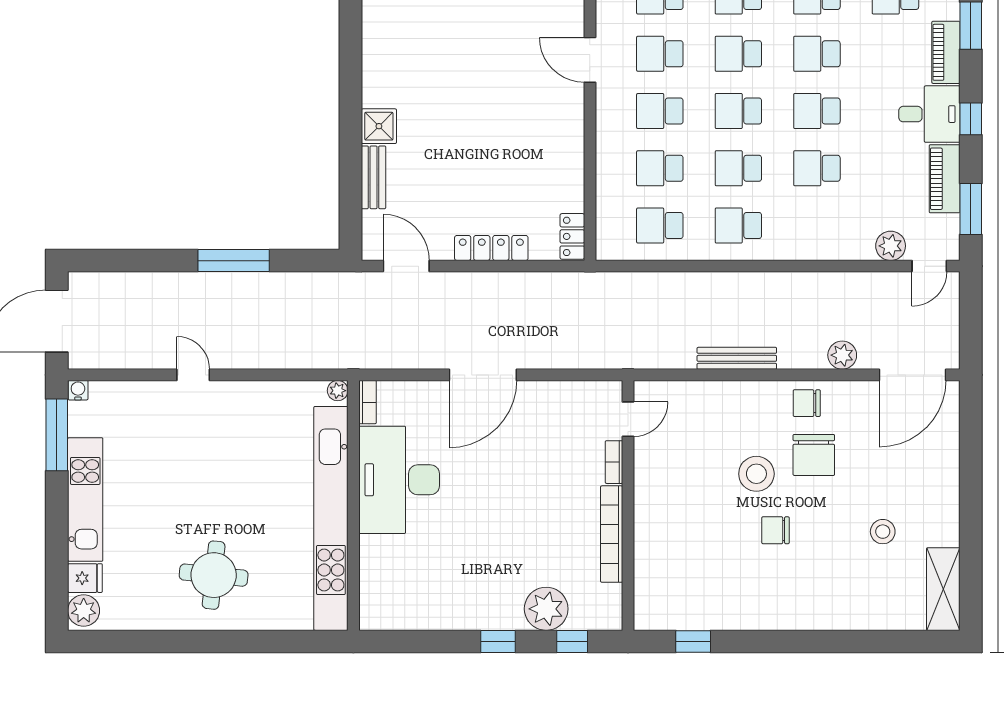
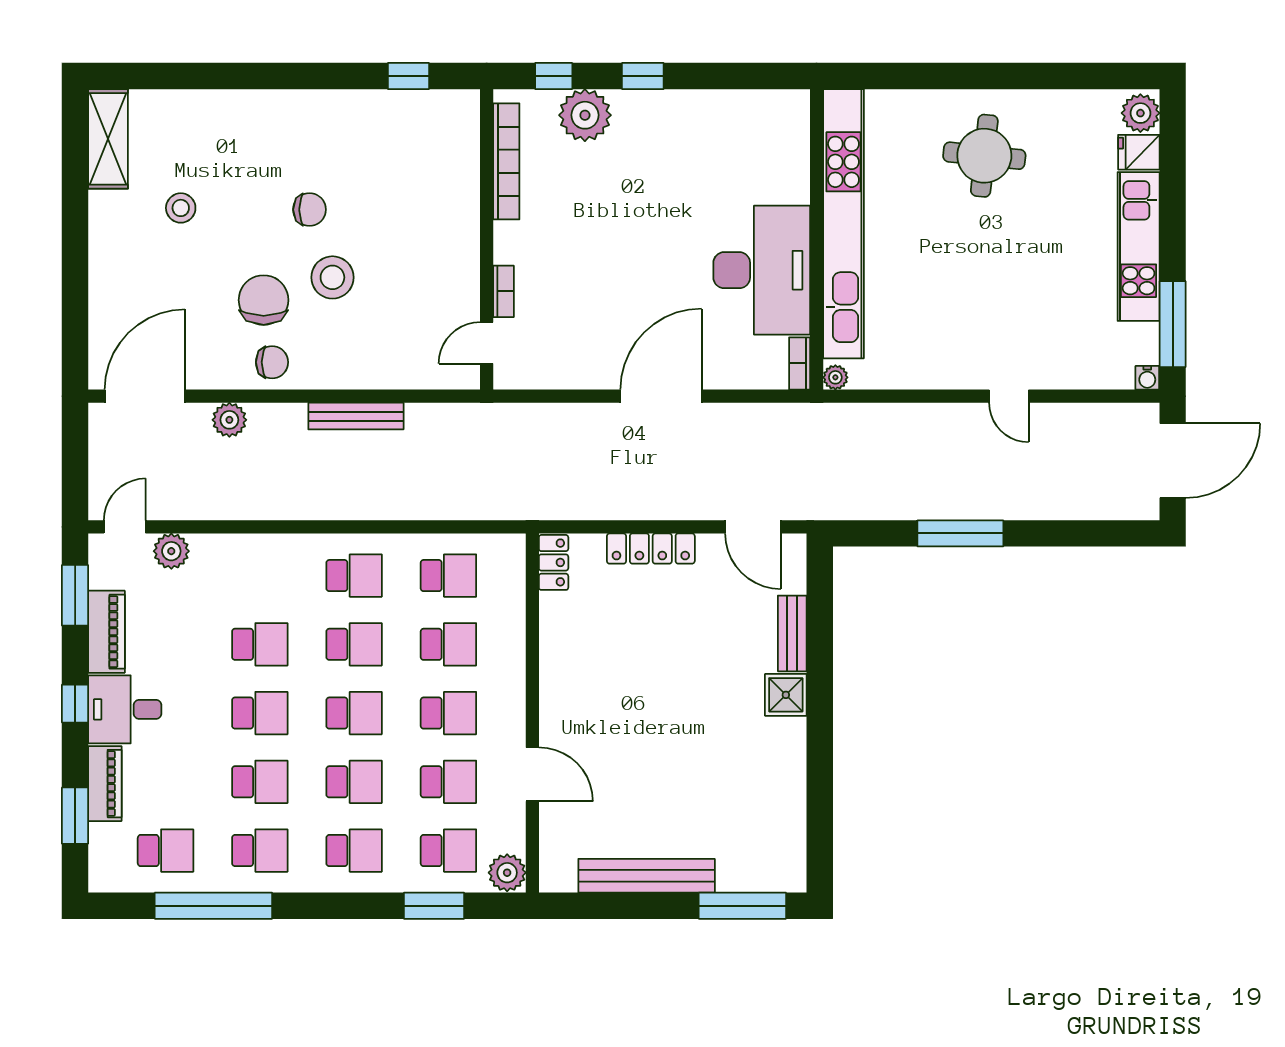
bookcase: (612, 534) -> (506, 161), moved

